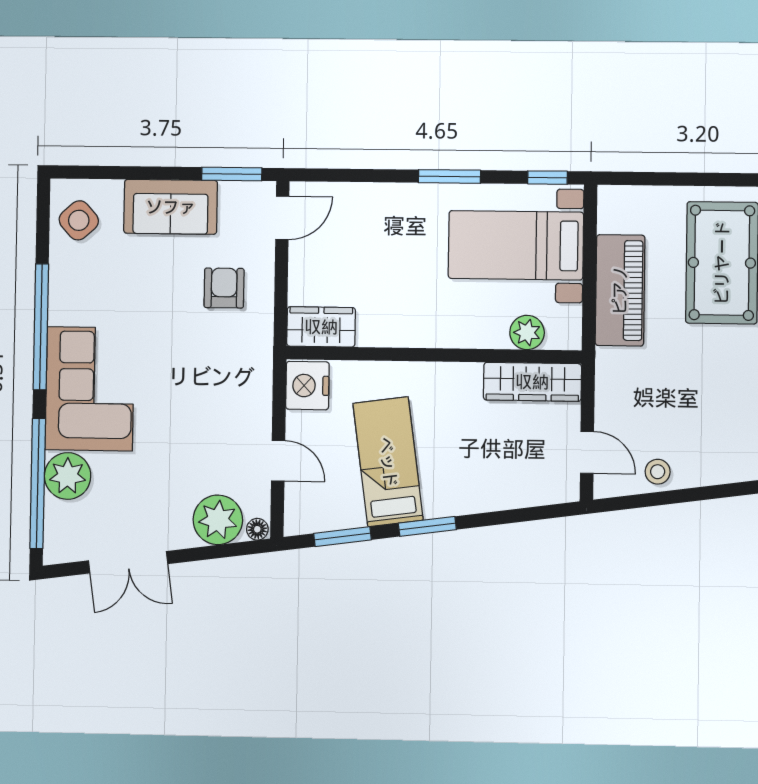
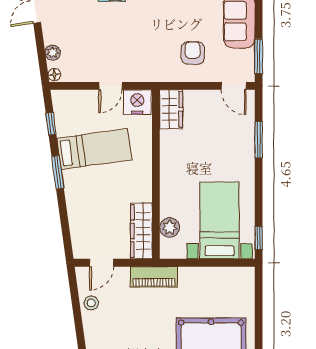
window: (449, 176) -> (259, 140), moved
armchair: (224, 288) -> (193, 53), turned -90
piano: (620, 290) -> (154, 277), moved, width x0.73, depth x0.75
door: (278, 461) -> (110, 86), moved
plant: (218, 520) -> (53, 53), width x0.53, depth x0.53
window: (343, 537) -> (51, 124), width x0.67

